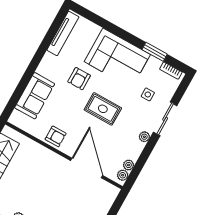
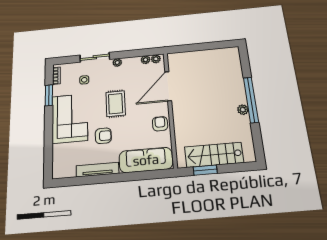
tv unit: (63, 33) -> (97, 170), moved
sofa: (35, 96) -> (146, 160), width x1.36

